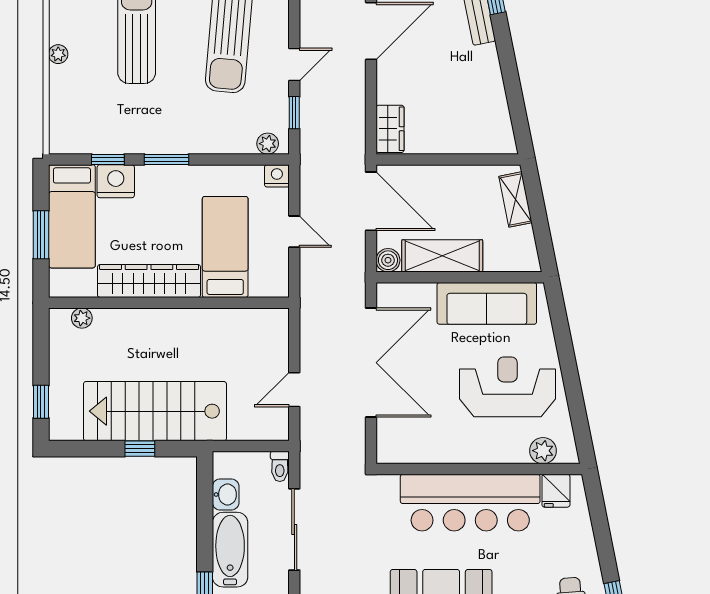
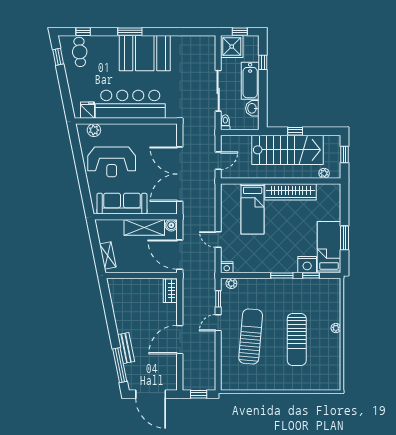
bed: (225, 247) -> (253, 209), moved
wardrobe: (149, 281) -> (291, 192), moved
wall: (169, 303) -> (281, 181), moved
plant: (82, 318) -> (324, 173), moved

